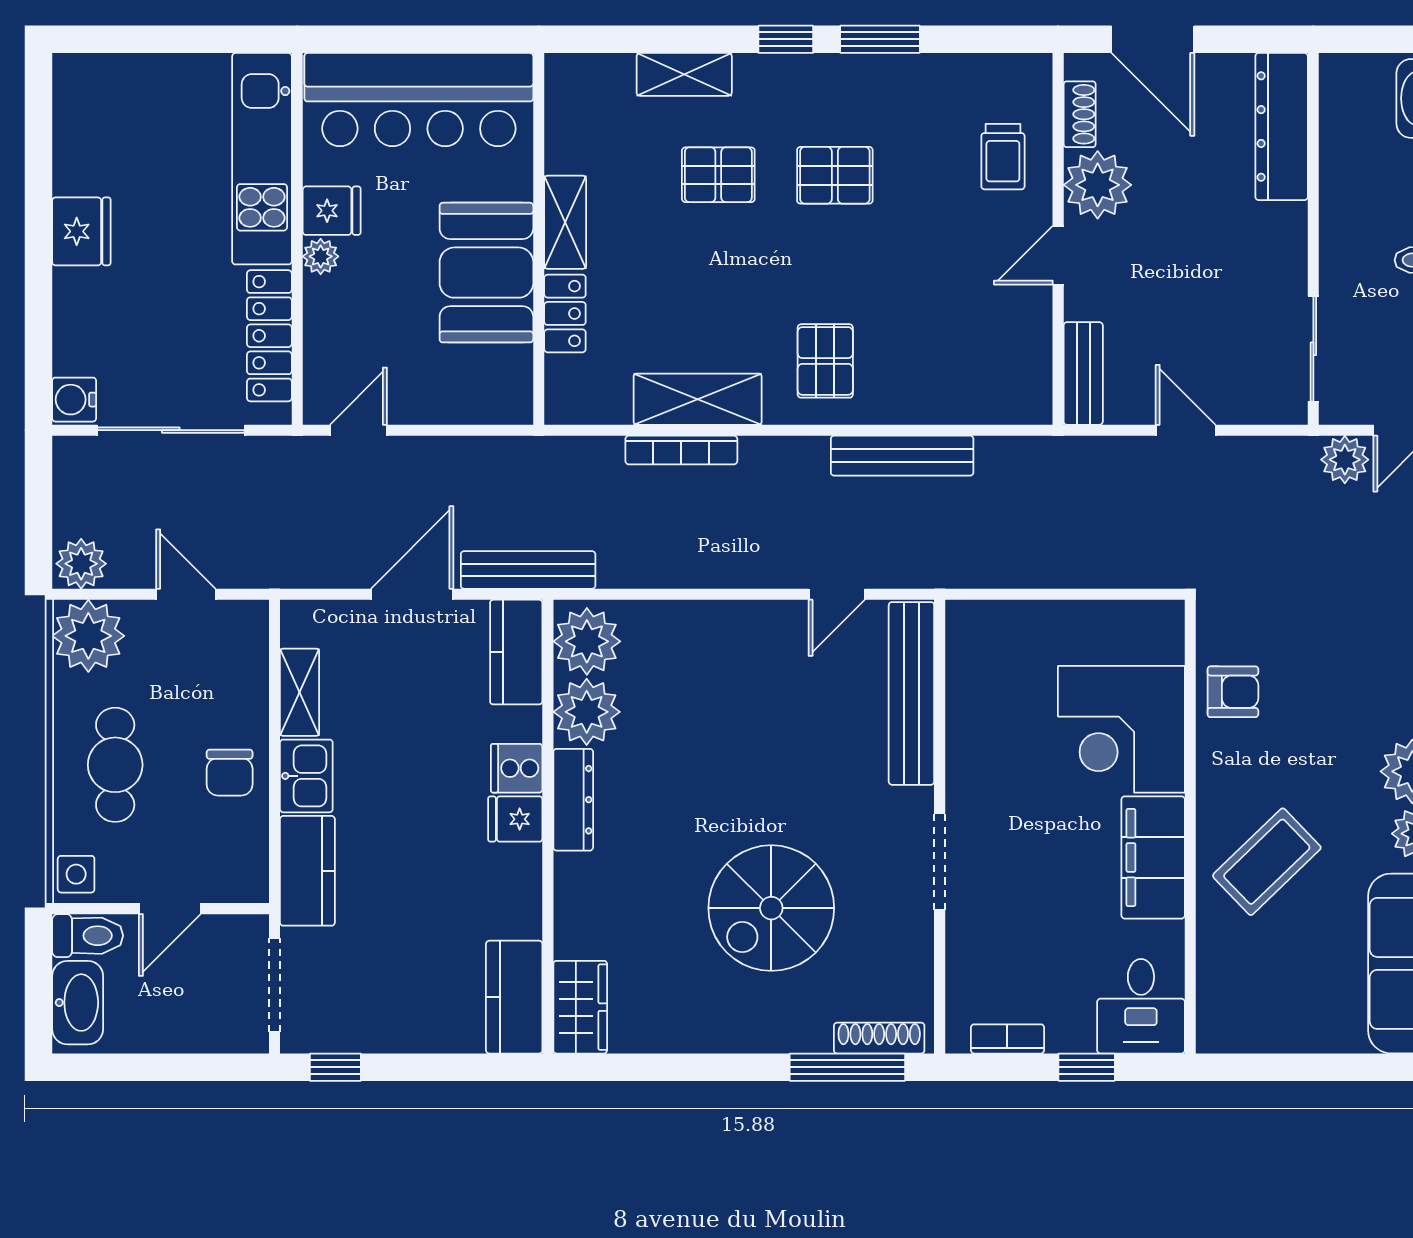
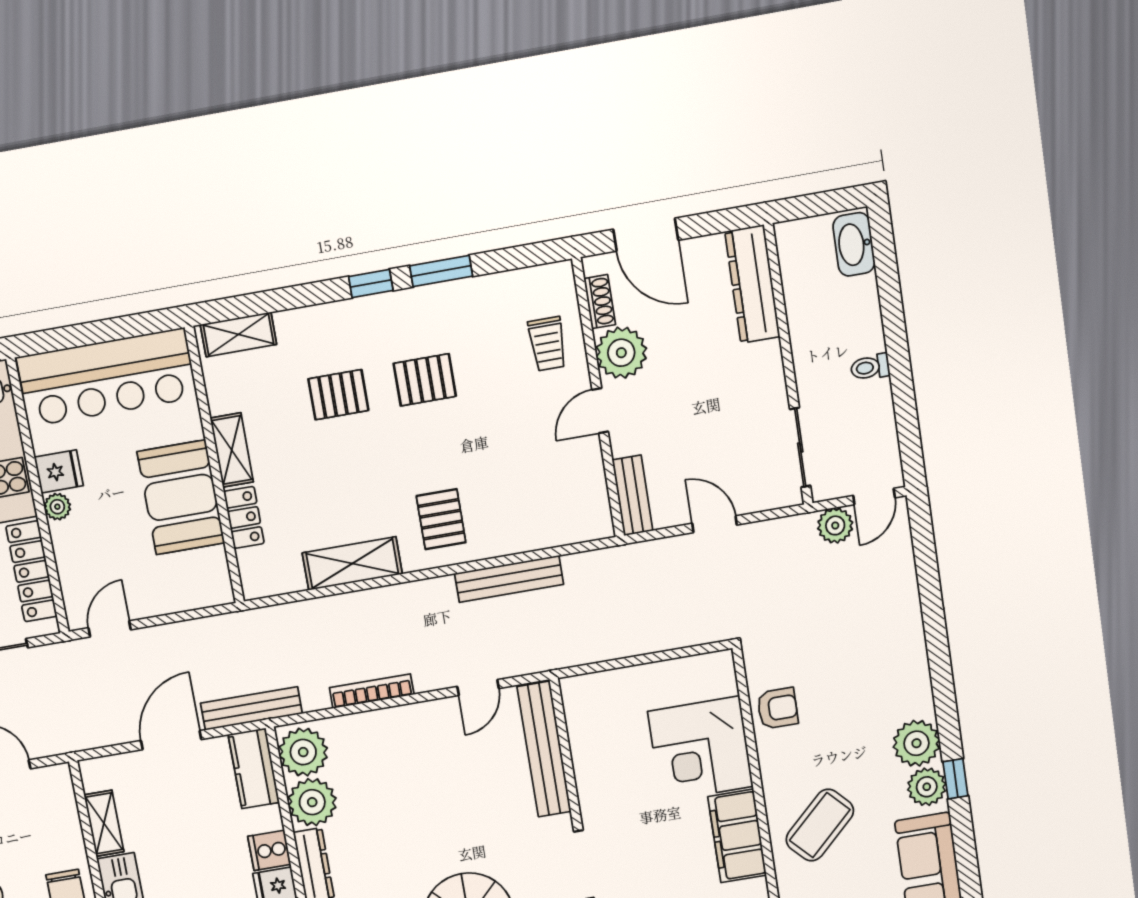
shelving: (684, 74) -> (238, 334), moved
bookcase: (681, 450) -> (372, 691), moved, turned 180

